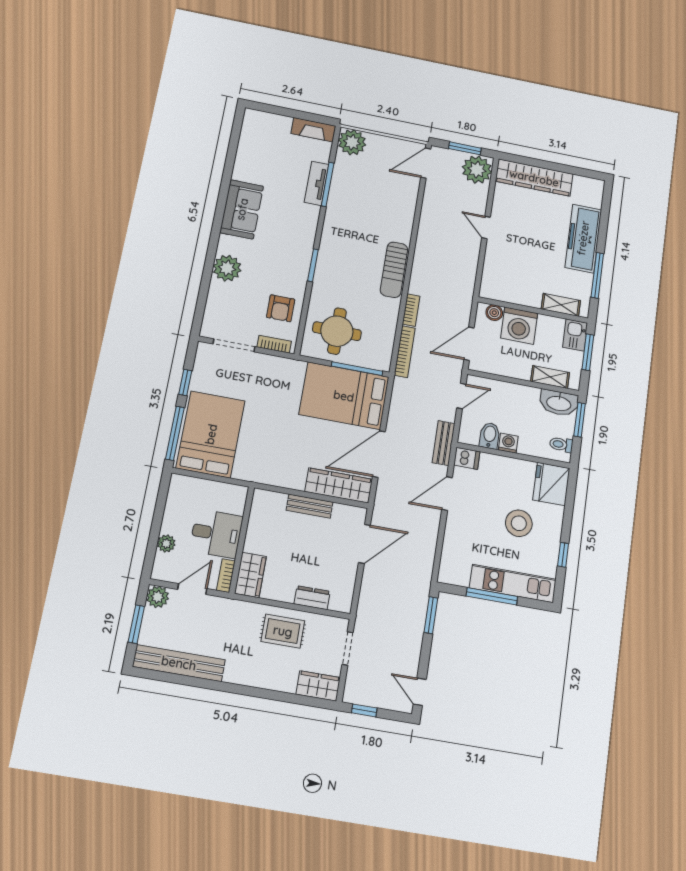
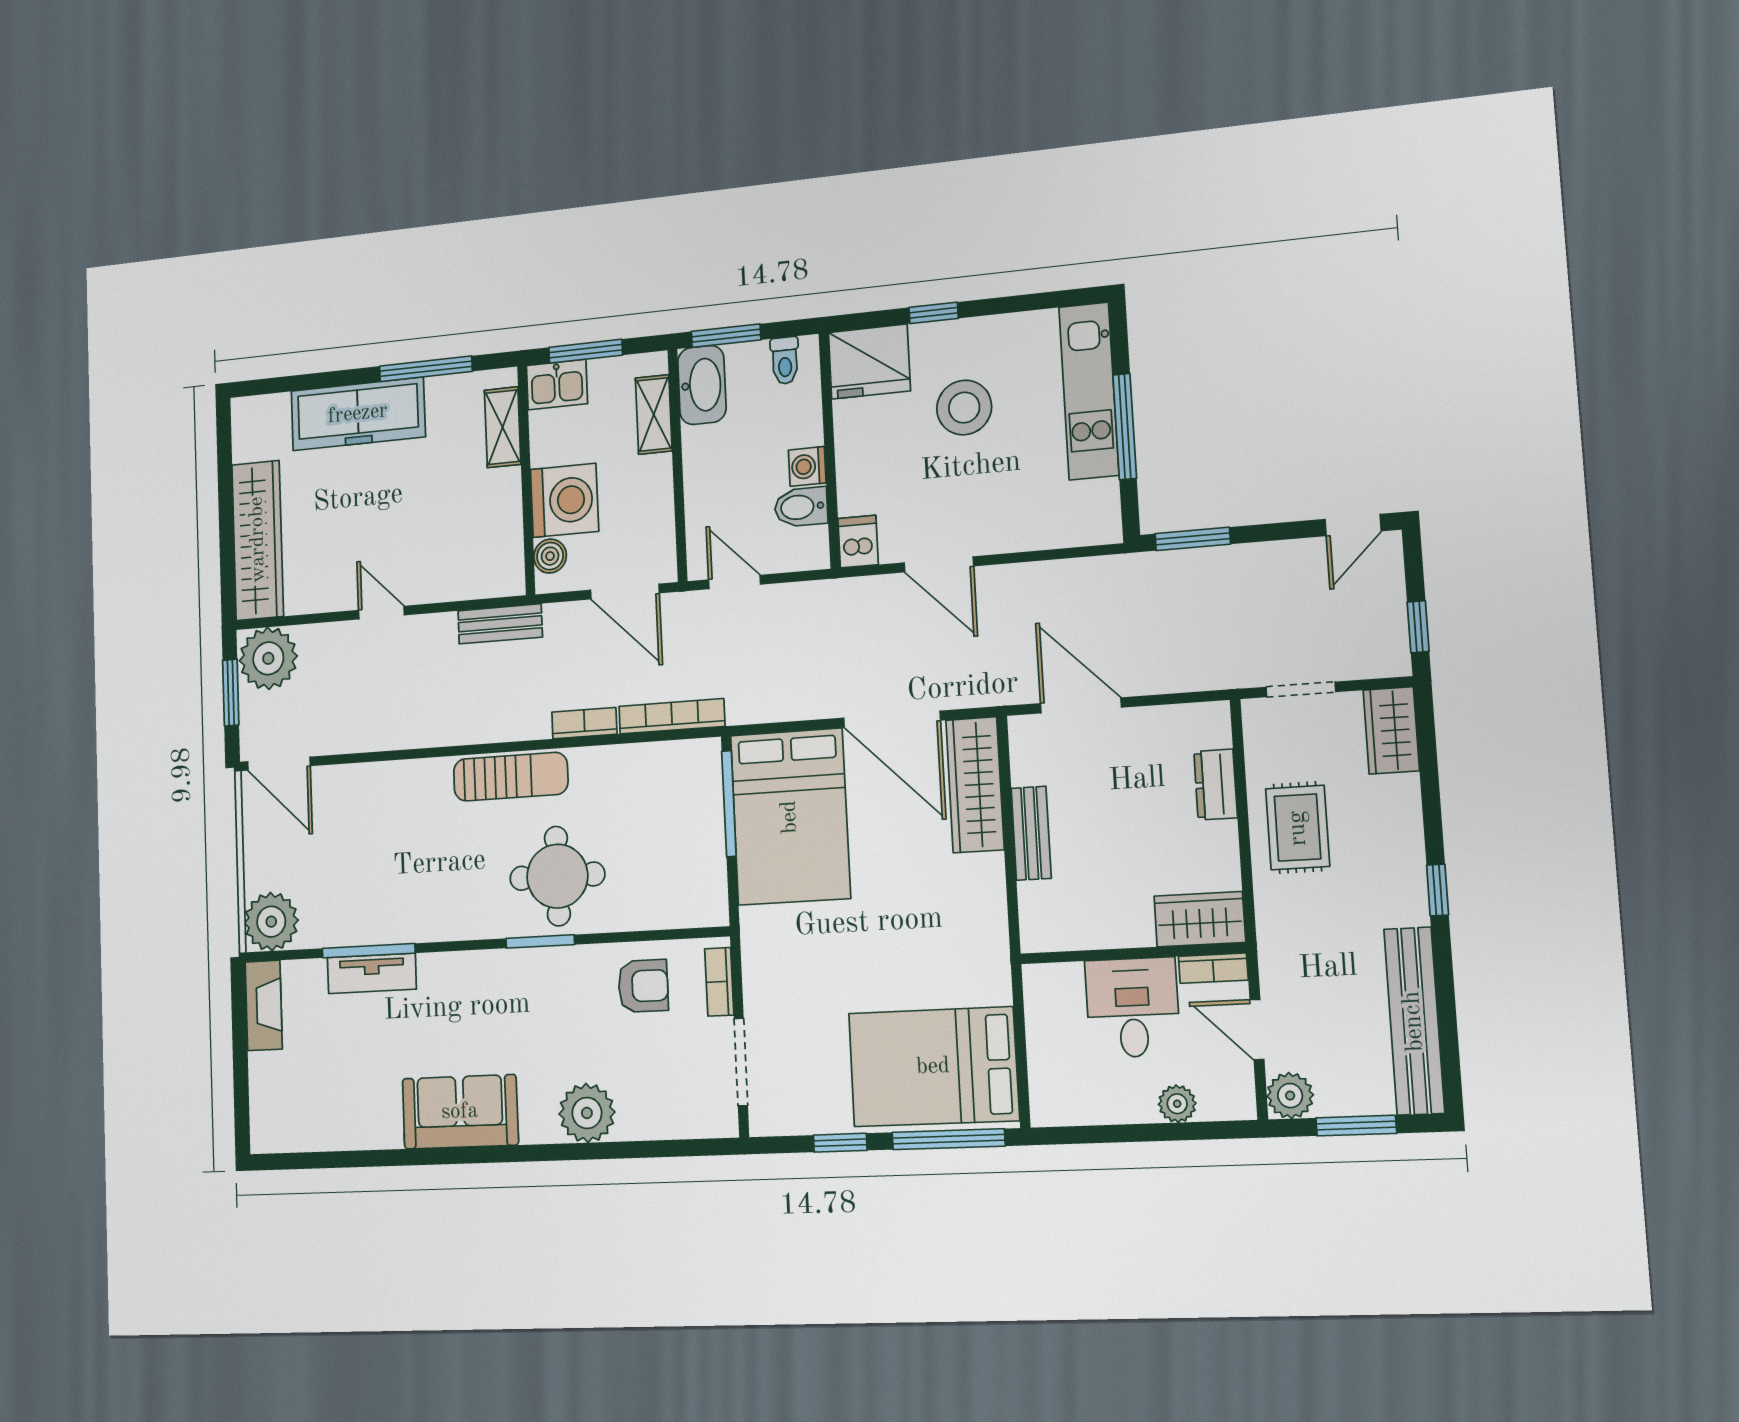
door: (486, 228) -> (381, 613), swing flipped
round table: (337, 331) -> (557, 876), moved
bench: (444, 443) -> (500, 624), moved
window: (563, 555) -> (934, 313), moved
window: (238, 689) -> (1438, 890), added

